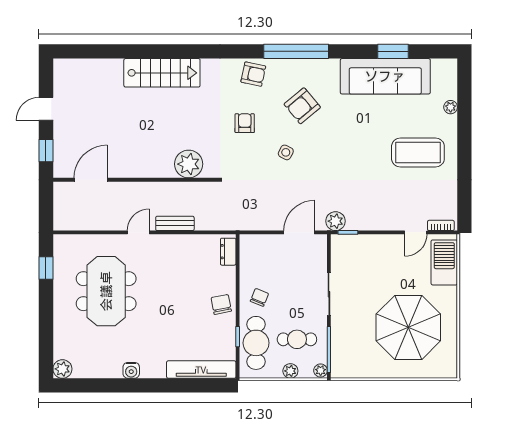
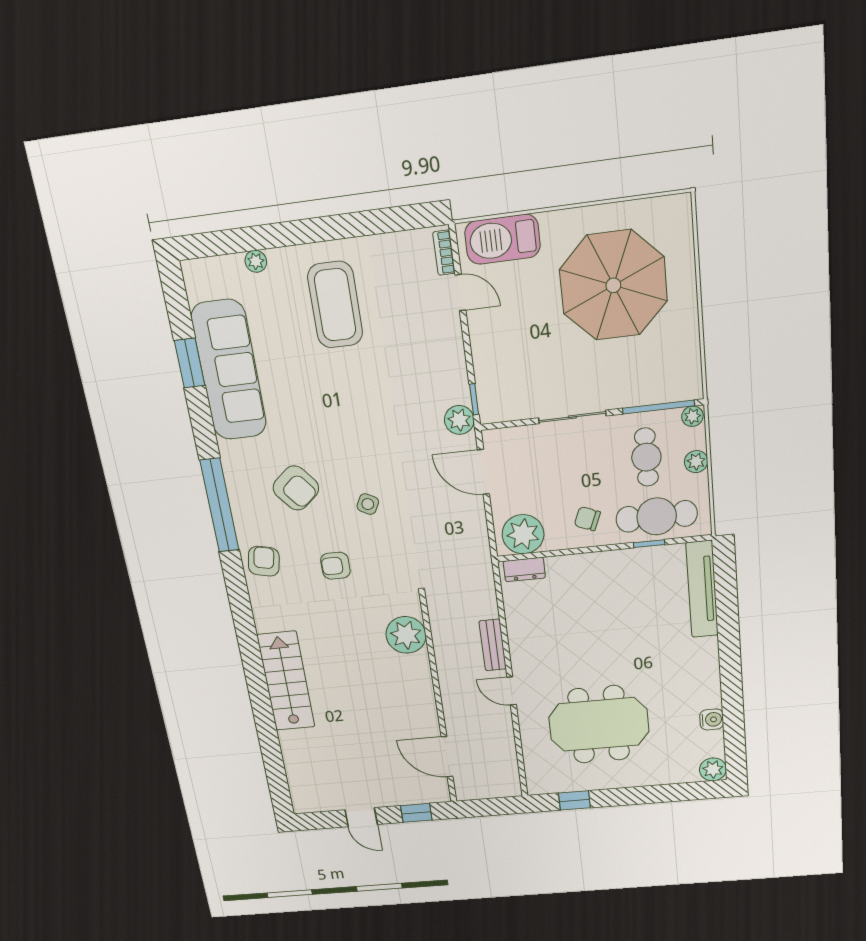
plant: (253, 254) -> (523, 534), added
chair: (221, 304) -> (603, 571), removed
water cooler: (131, 370) -> (712, 719), moved

